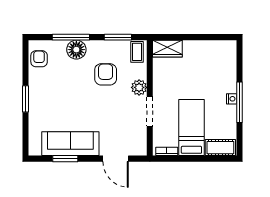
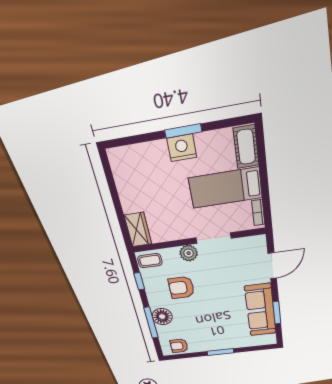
window: (118, 37) -> (139, 281), width x0.67
nightstand: (232, 99) -> (182, 148), width x1.89, depth x1.79
window: (240, 102) -> (183, 131), width x0.69

